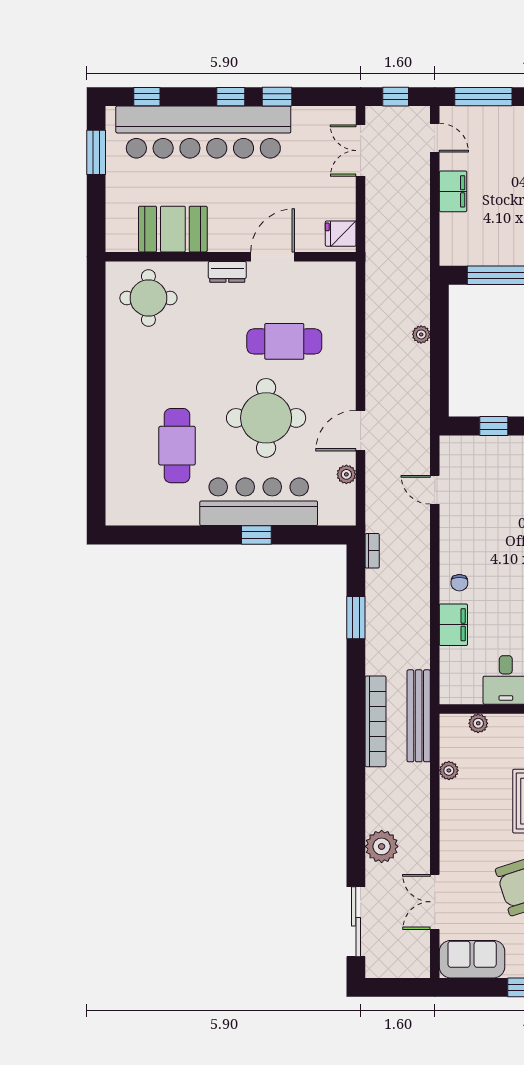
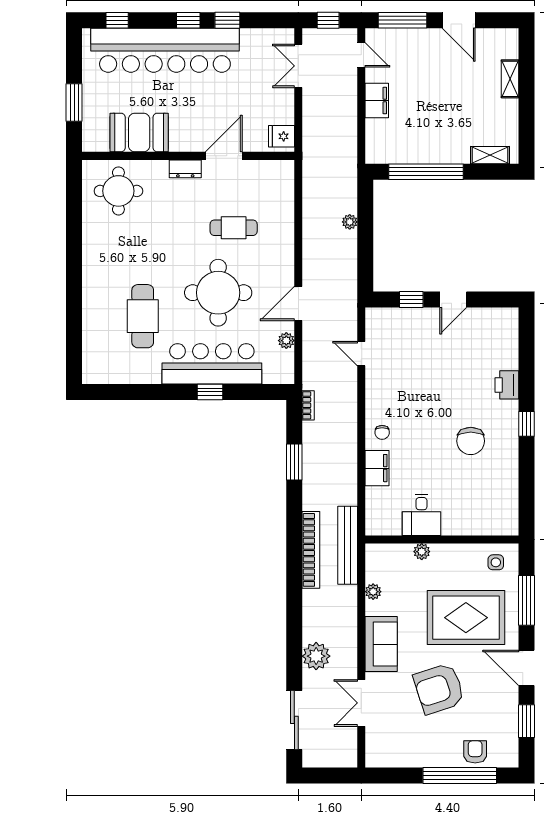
window: (96, 152) -> (74, 102), moved
cafe table: (284, 341) -> (234, 228), width x0.73, depth x0.74
plant: (478, 723) -> (422, 552), moved
sofa: (472, 959) -> (381, 644), moved, turned 90

